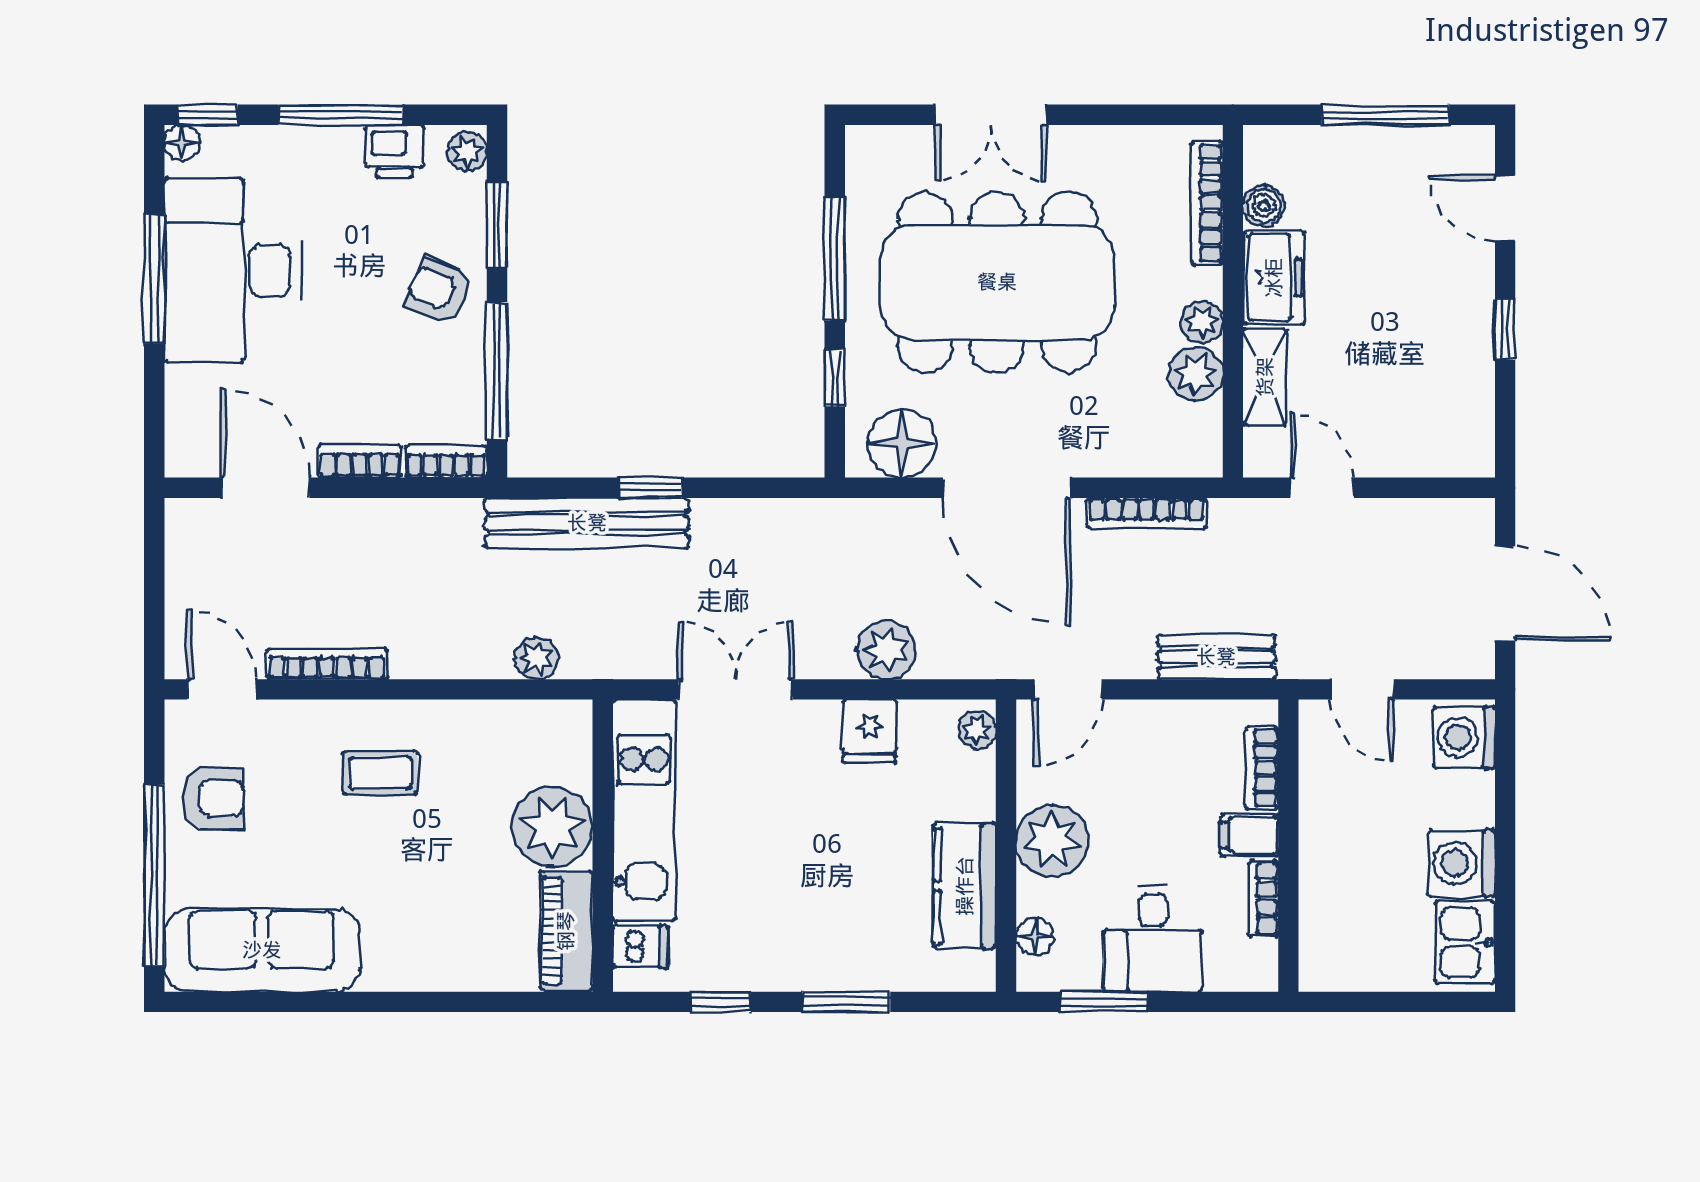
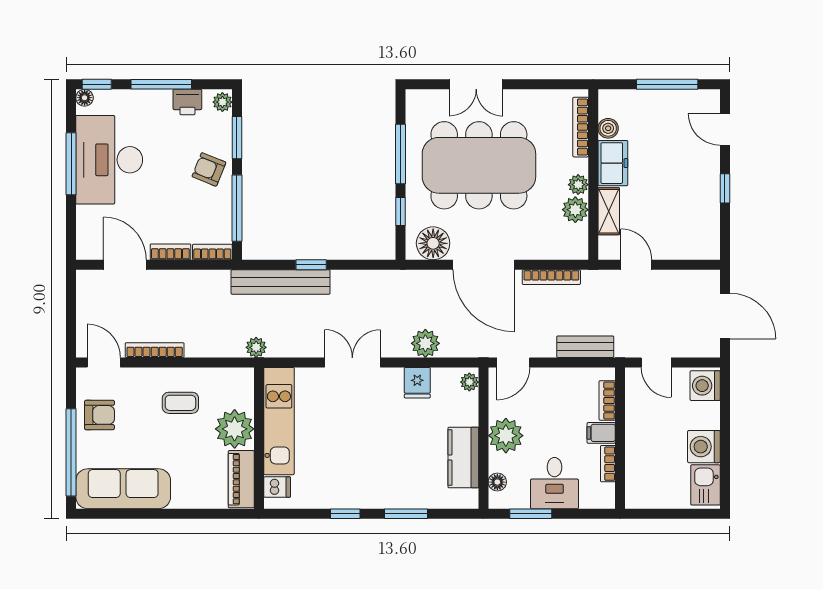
kitchen unit: (644, 810) -> (279, 421), moved
plant: (552, 827) -> (235, 429), moved
wall: (603, 846) -> (259, 438), moved
piano: (566, 931) -> (241, 479), moved
dishwasher: (640, 947) -> (277, 487), moved

